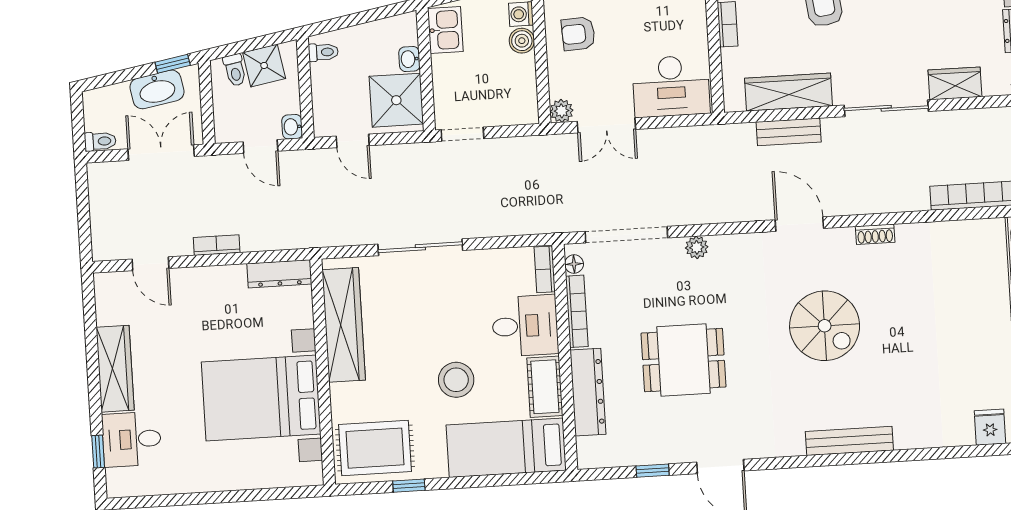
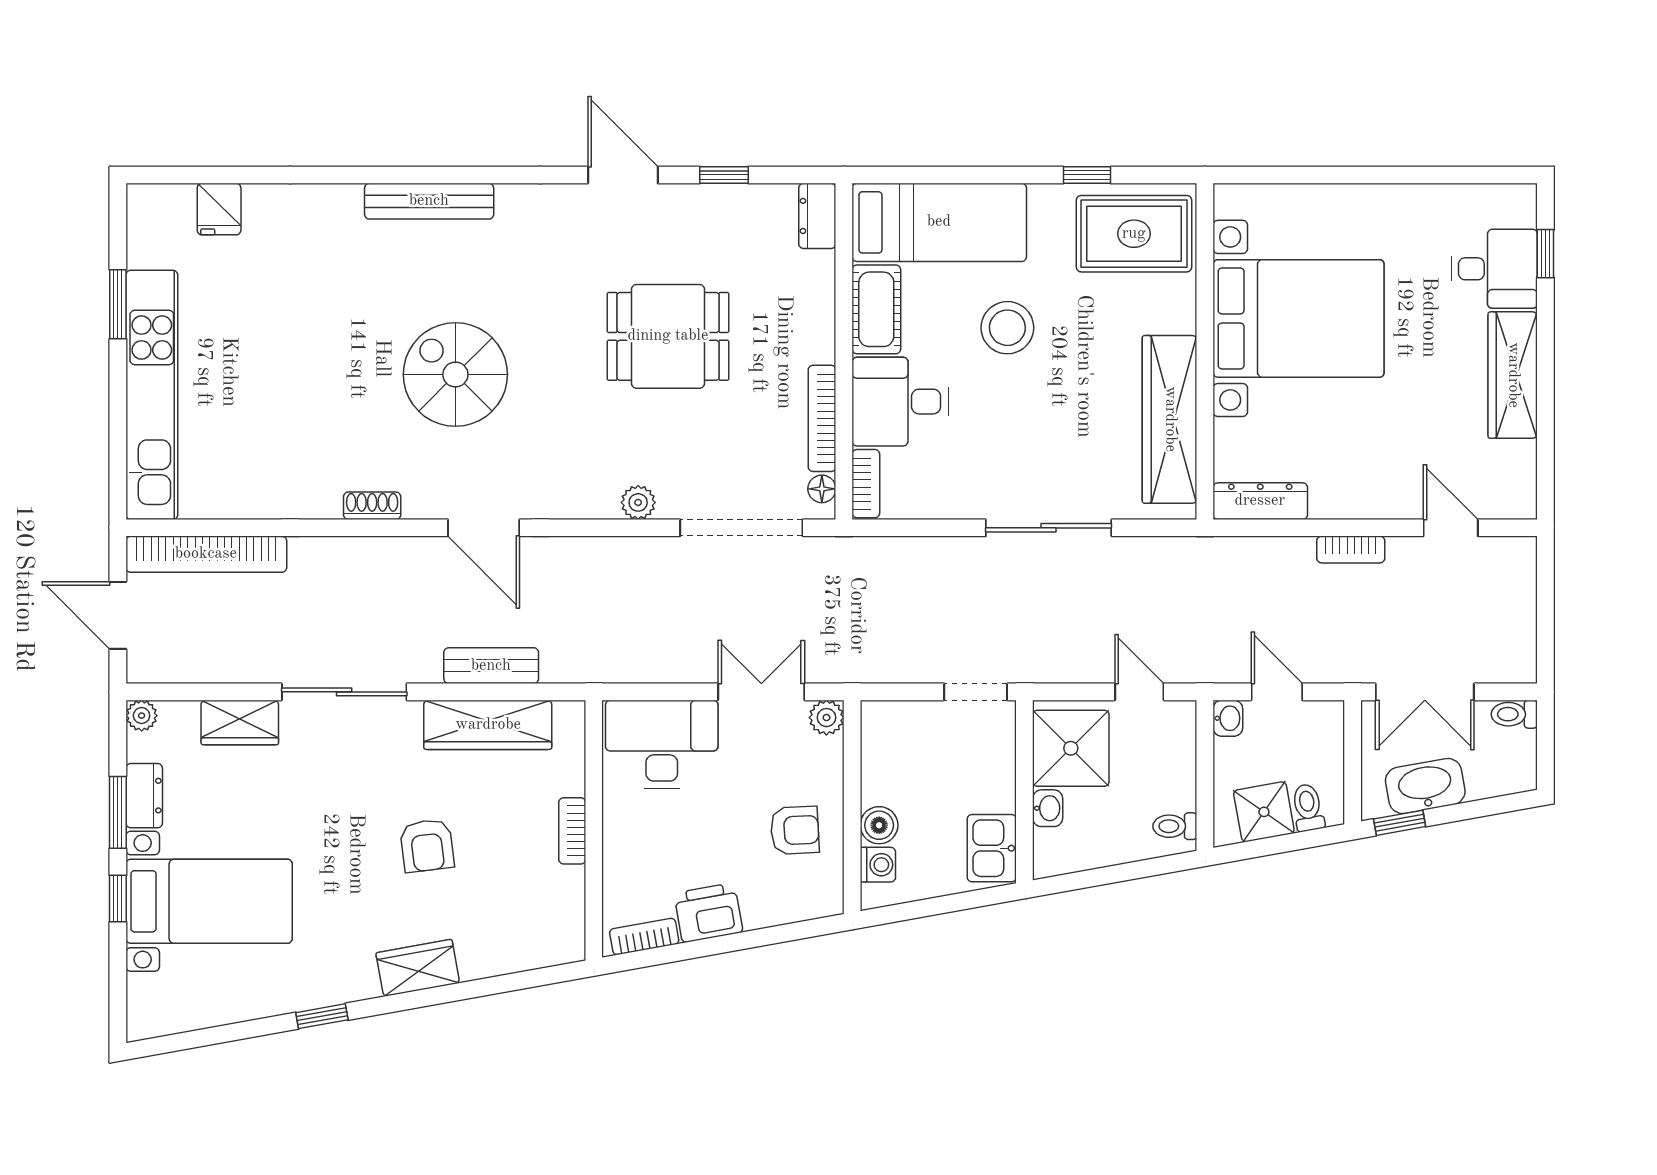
dresser: (588, 392) -> (817, 216), moved, width x0.51, depth x0.80

